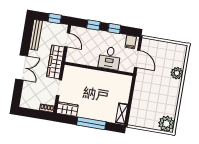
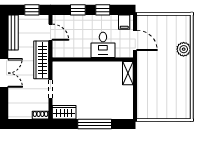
shelving: (122, 113) -> (128, 73), moved
plant: (166, 124) -> (181, 110), removed

